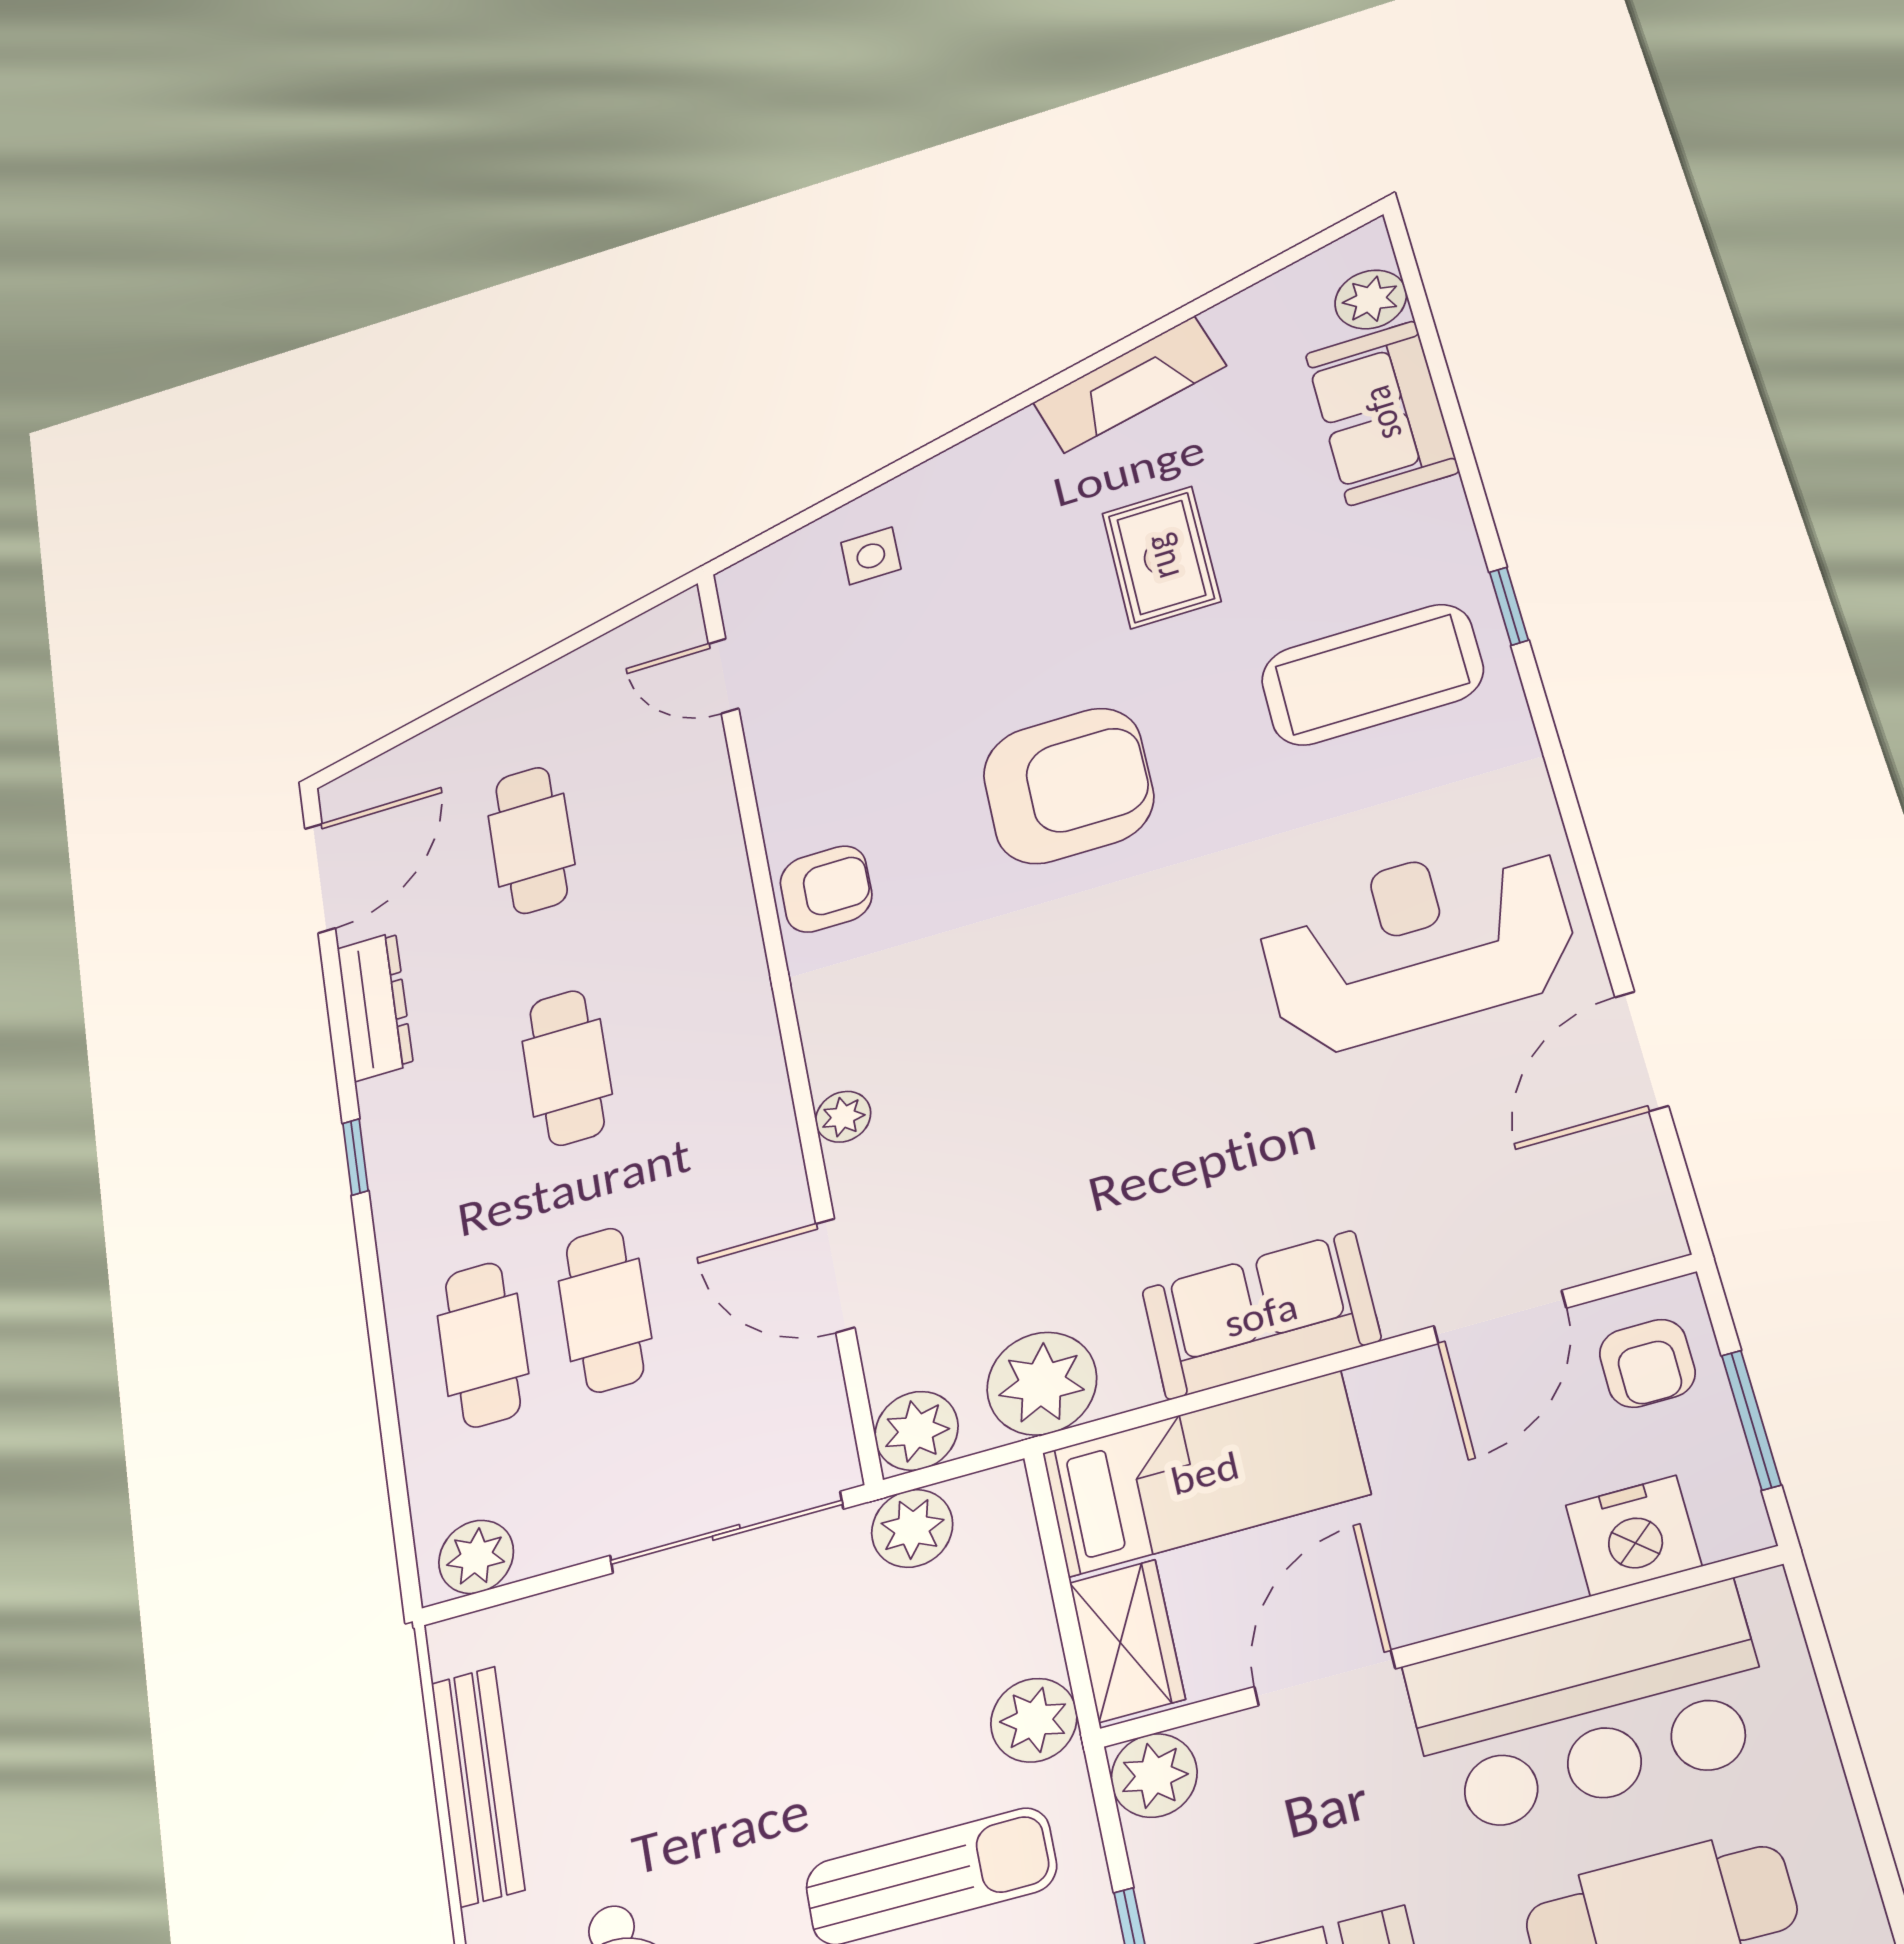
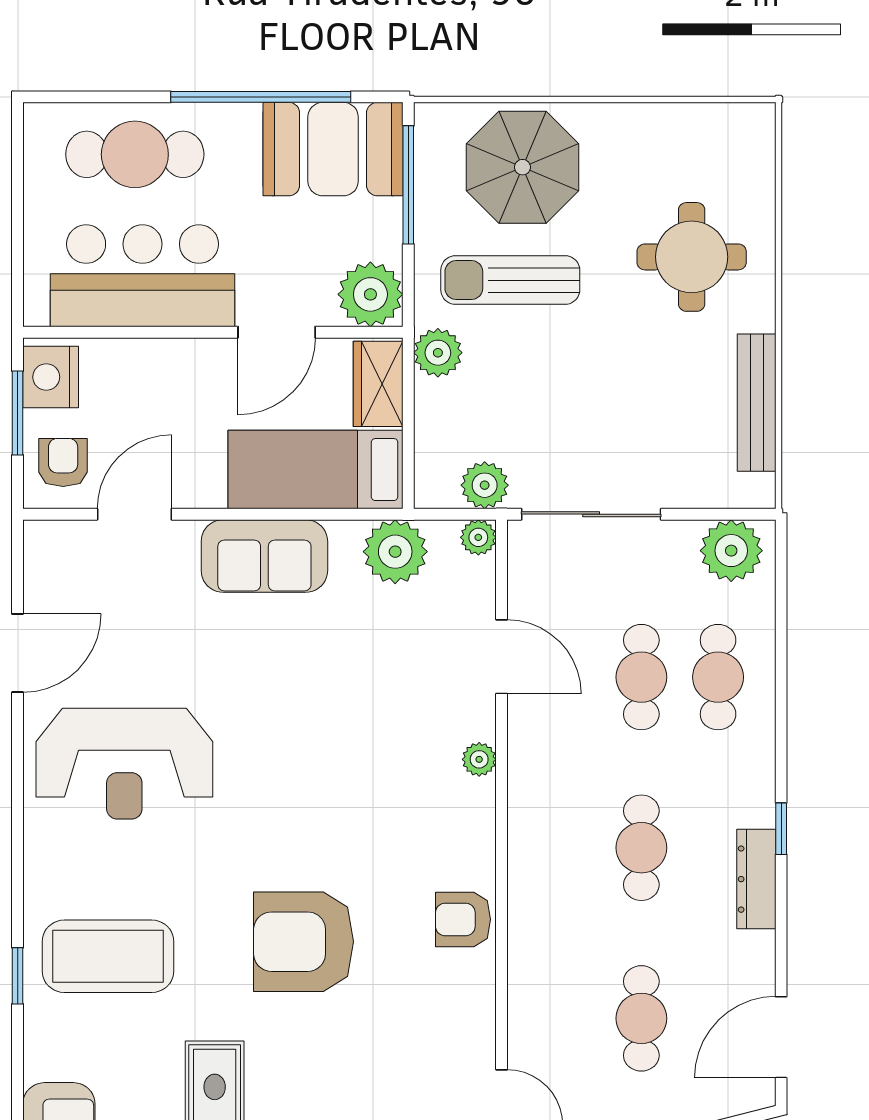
dresser: (375, 1006) -> (756, 879), moved
plant: (916, 1431) -> (478, 537), width x0.73, depth x0.73
nightstand: (1633, 1536) -> (51, 377), moved, turned -90
plant: (476, 1557) -> (731, 551), width x1.36, depth x1.36
plant: (1154, 1775) -> (370, 294), width x1.36, depth x1.36

